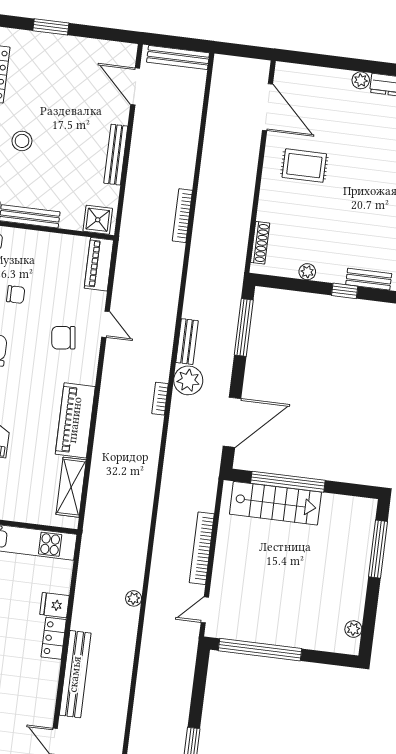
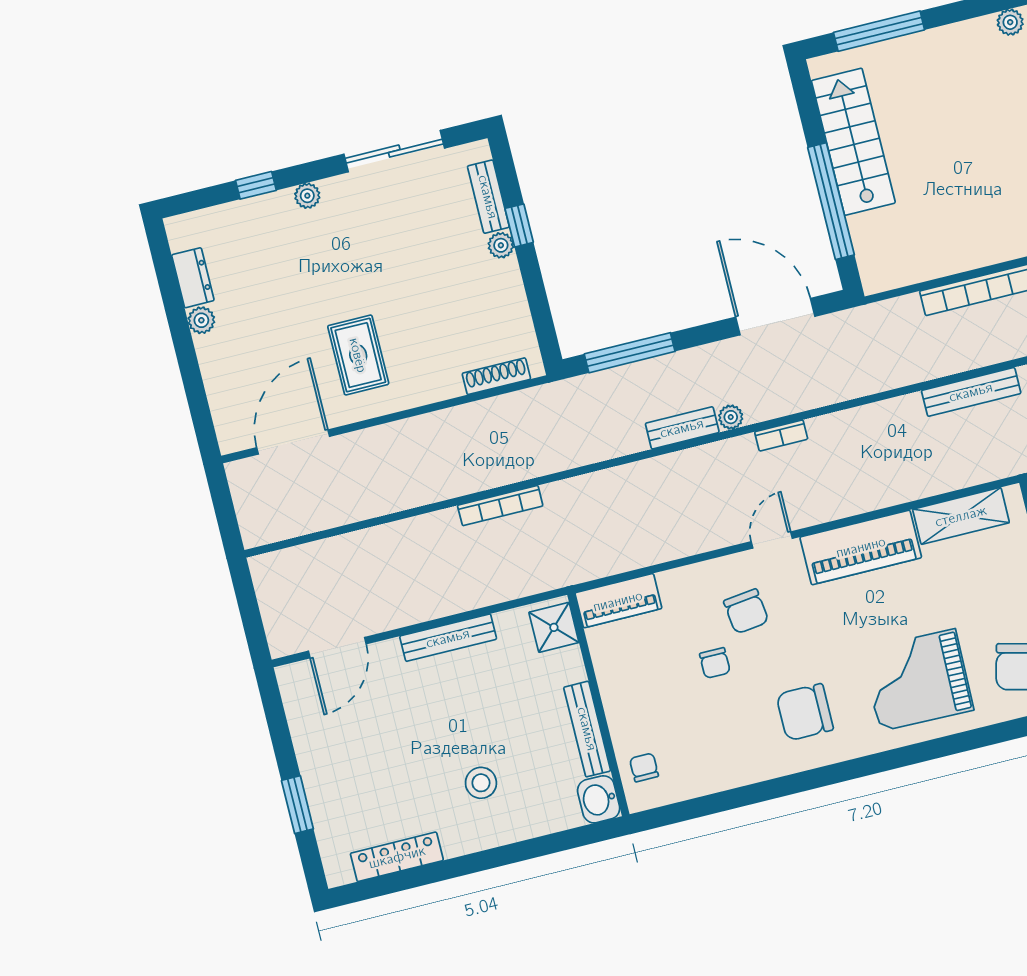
bench: (178, 58) -> (971, 392), moved, turned 90
plant: (307, 272) -> (501, 245), moved
chair: (16, 295) -> (715, 663), moved, turned 180
door: (106, 324) -> (772, 540), moved
plant: (188, 380) -> (731, 417), width x0.53, depth x0.53
stairs: (275, 503) -> (853, 142), moved

